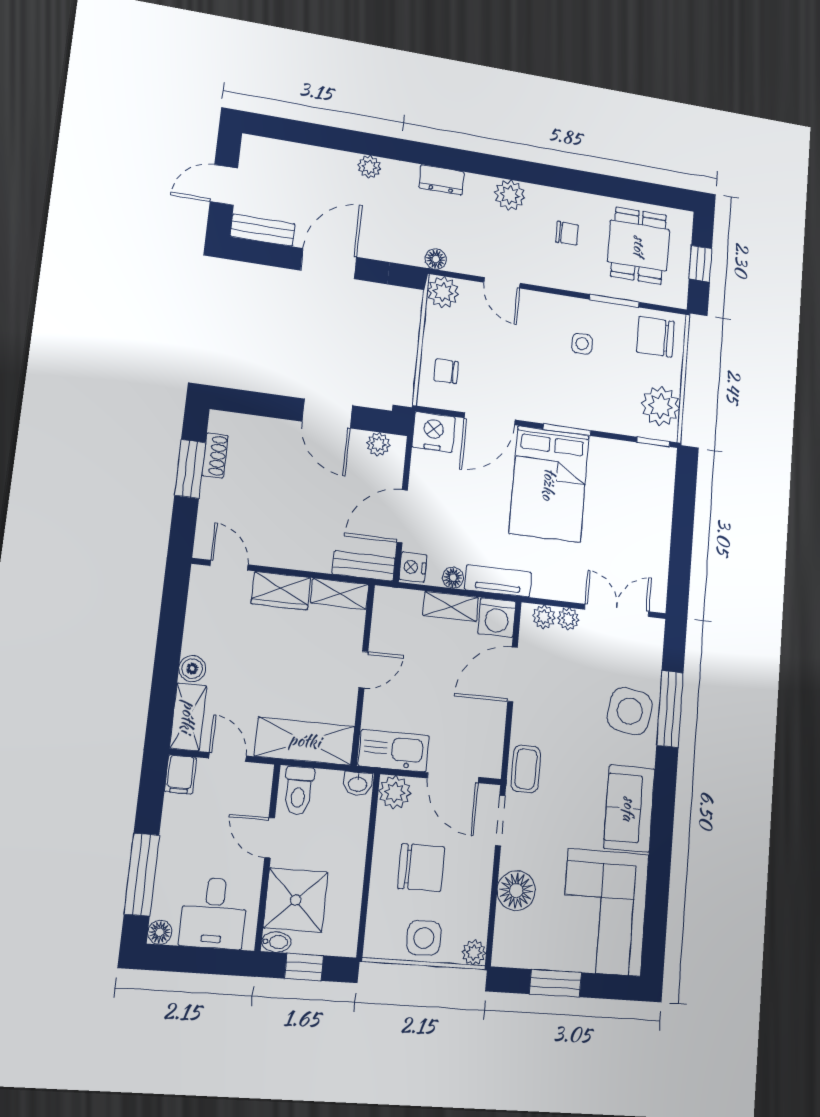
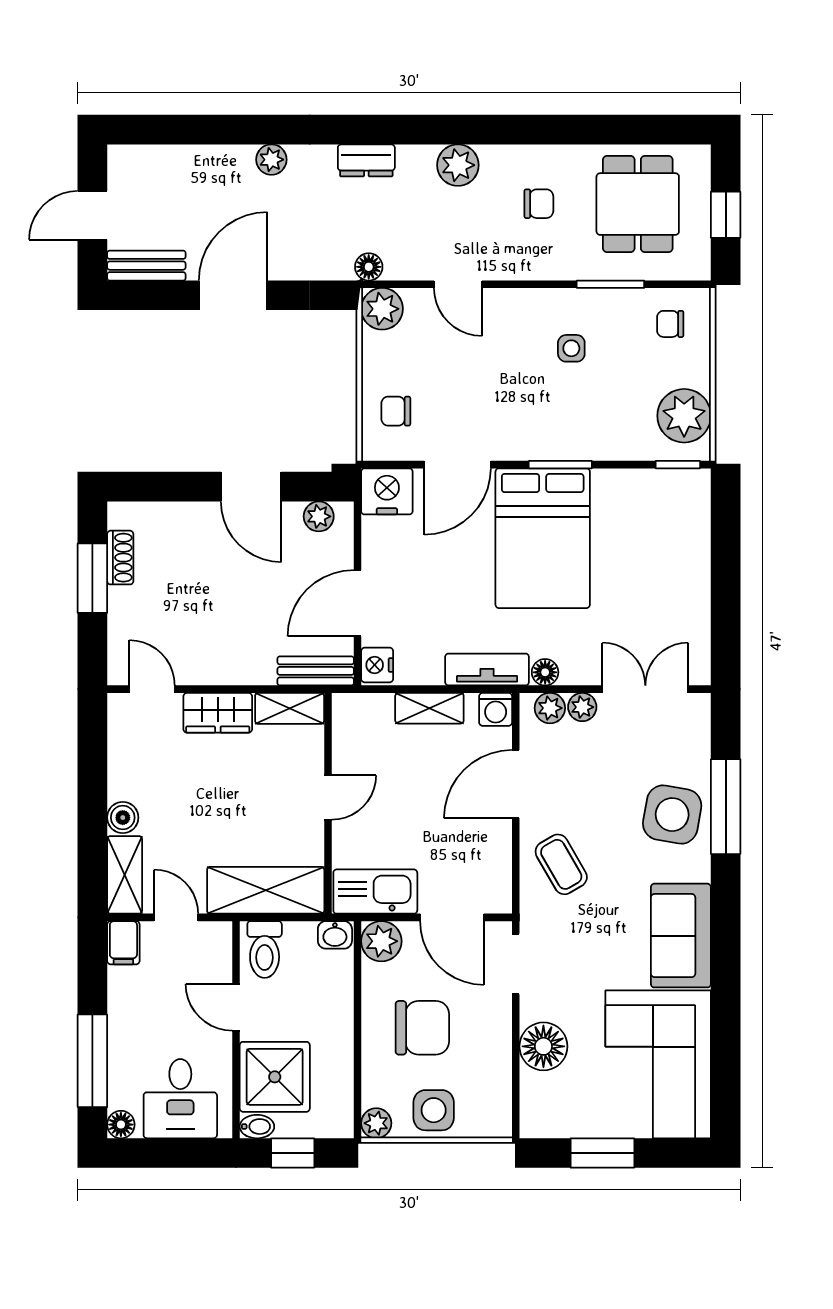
chair: (655, 337) -> (670, 324), width x0.54, depth x0.54
floor lamp: (453, 578) -> (545, 672), moved
washing machine: (497, 618) -> (496, 709), width x0.73, depth x0.73
coffee table: (526, 769) -> (561, 864), moved, turned -30
plant: (474, 952) -> (376, 1123), moved

